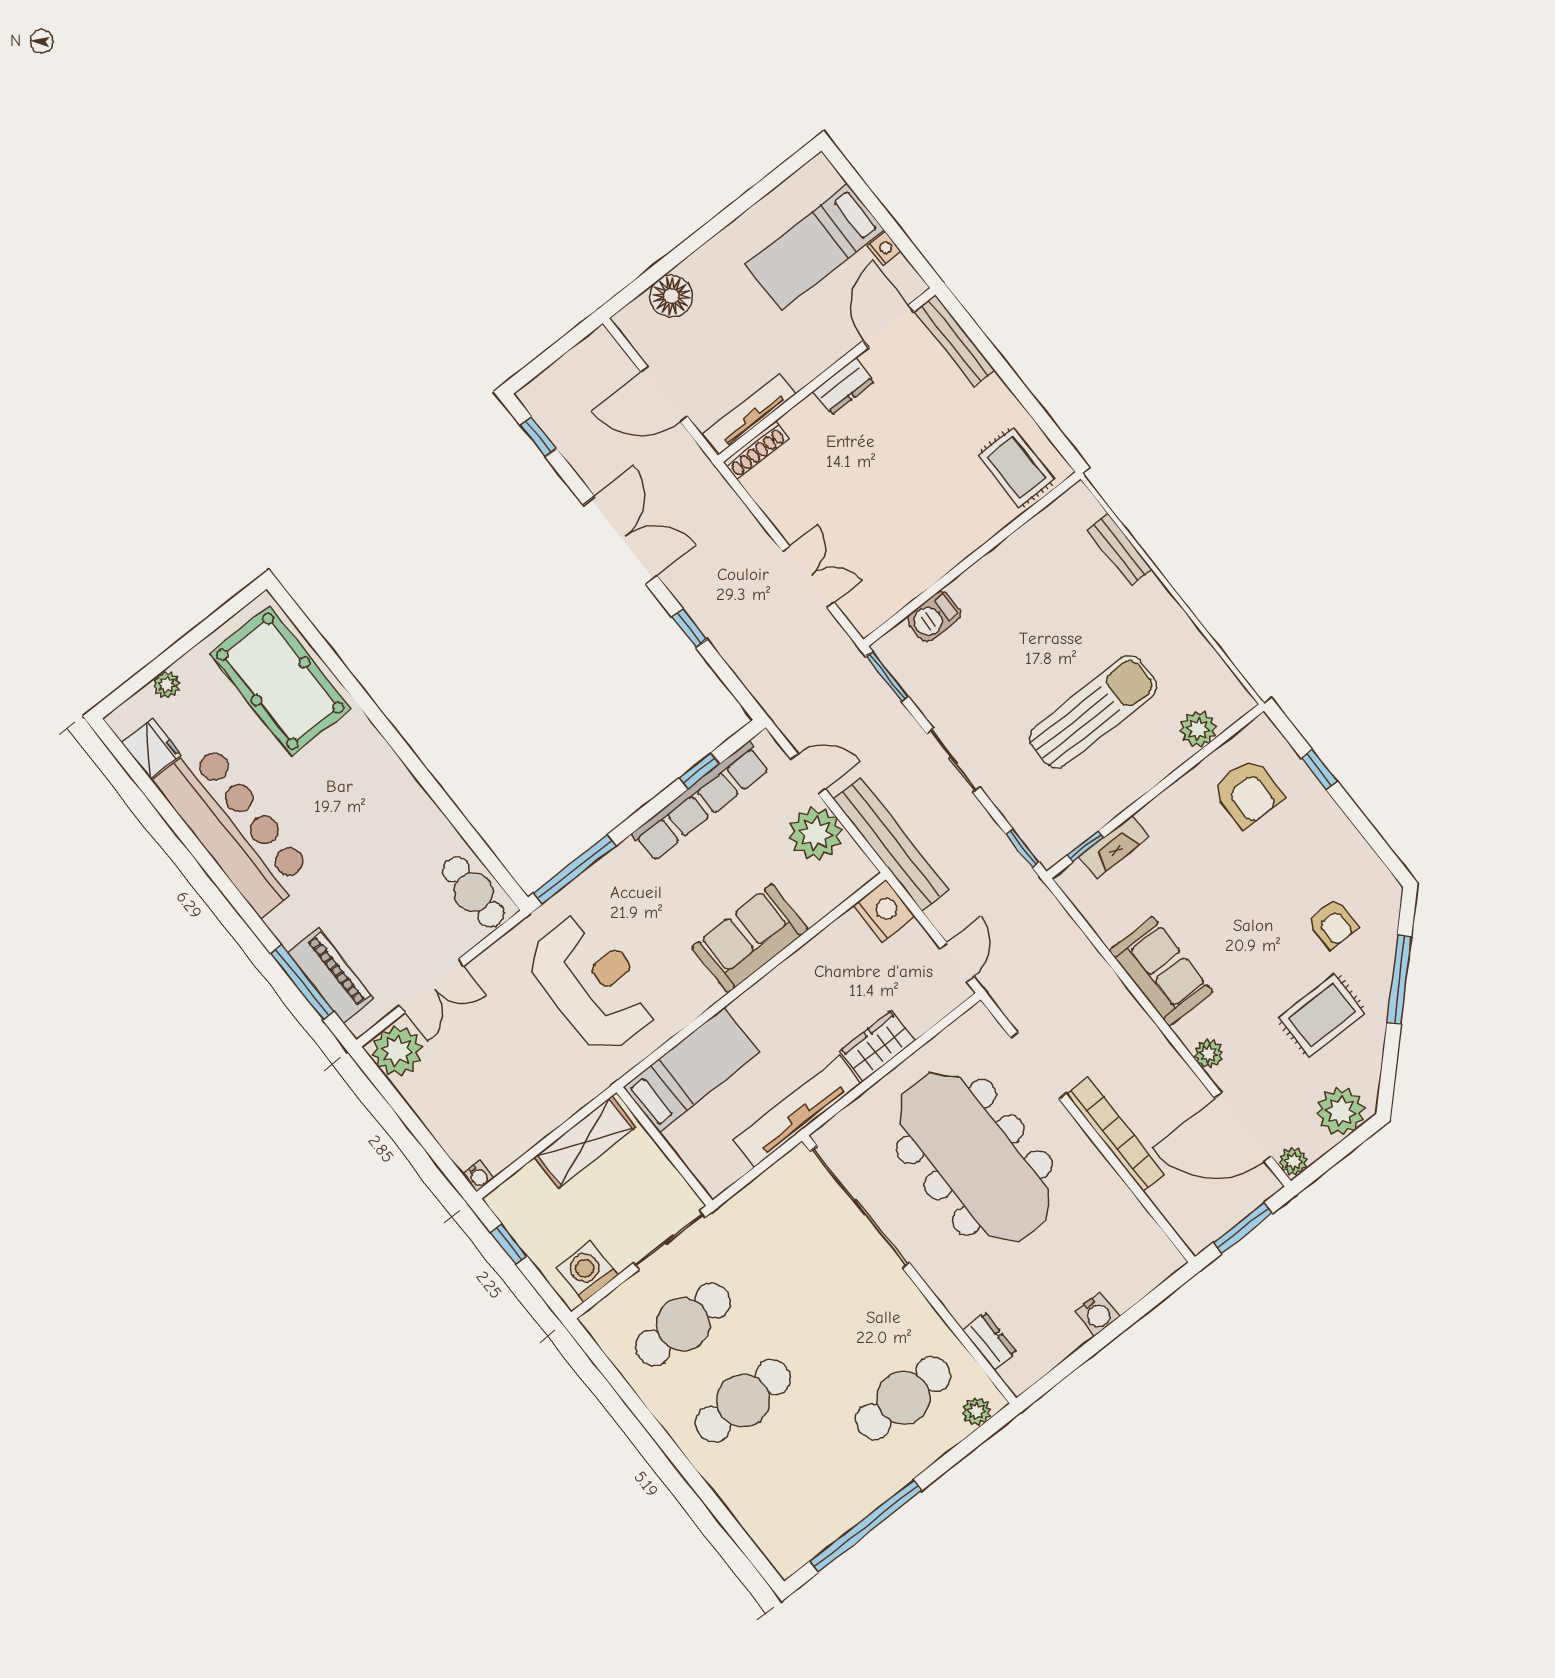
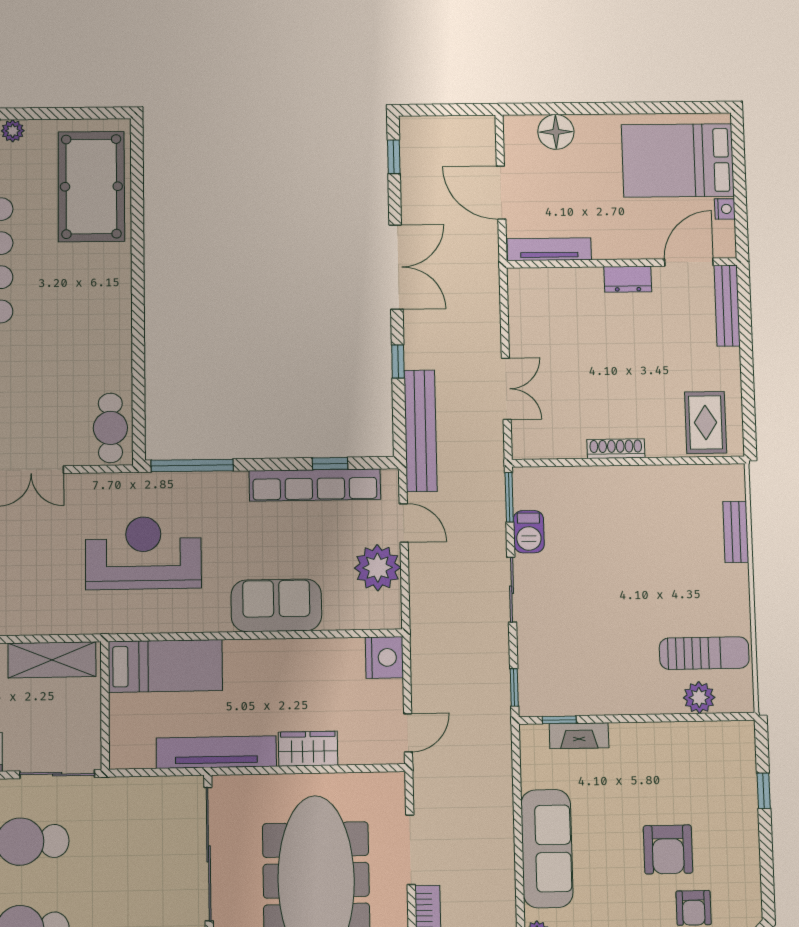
bed: (815, 247) -> (678, 160), width x1.50
shoe rack: (756, 450) -> (616, 449), moved, turned 180
barbecue: (934, 616) -> (529, 532), moved, turned -90
sun lounger: (1093, 712) -> (704, 653), moved, width x0.73, depth x0.75
armchair: (1248, 793) -> (668, 849), moved
bench: (891, 844) -> (421, 431), moved
sofa: (1161, 971) -> (547, 849), width x1.36
reception desk: (592, 983) -> (143, 553), turned -90

